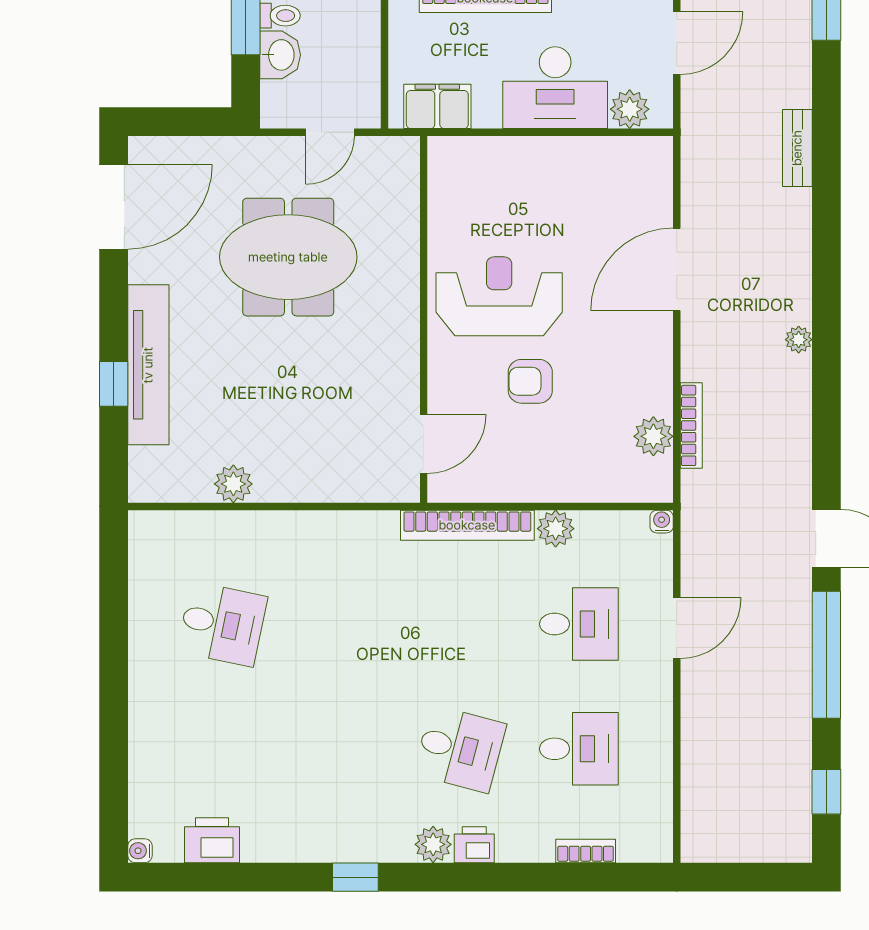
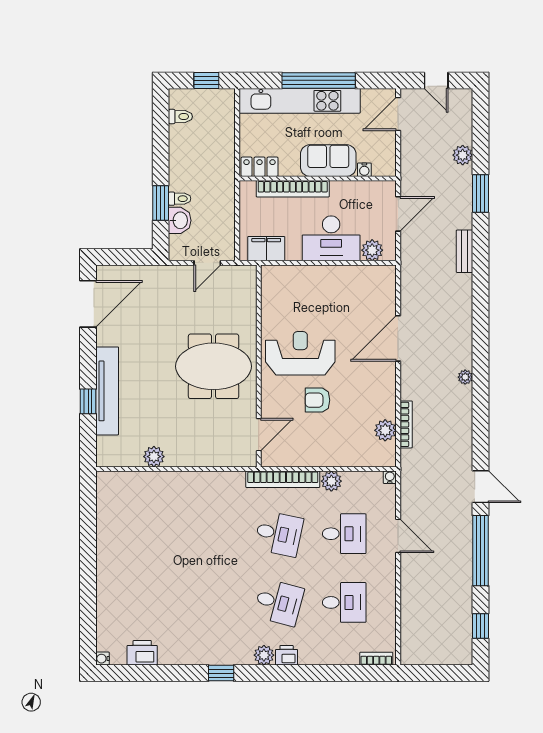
bench: (797, 148) -> (465, 251), moved
meeting table: (288, 257) -> (214, 366), moved
desk: (222, 624) -> (279, 534), moved
door: (677, 628) -> (398, 536), hinge flipped
bookcase: (586, 851) -> (376, 659), moved

